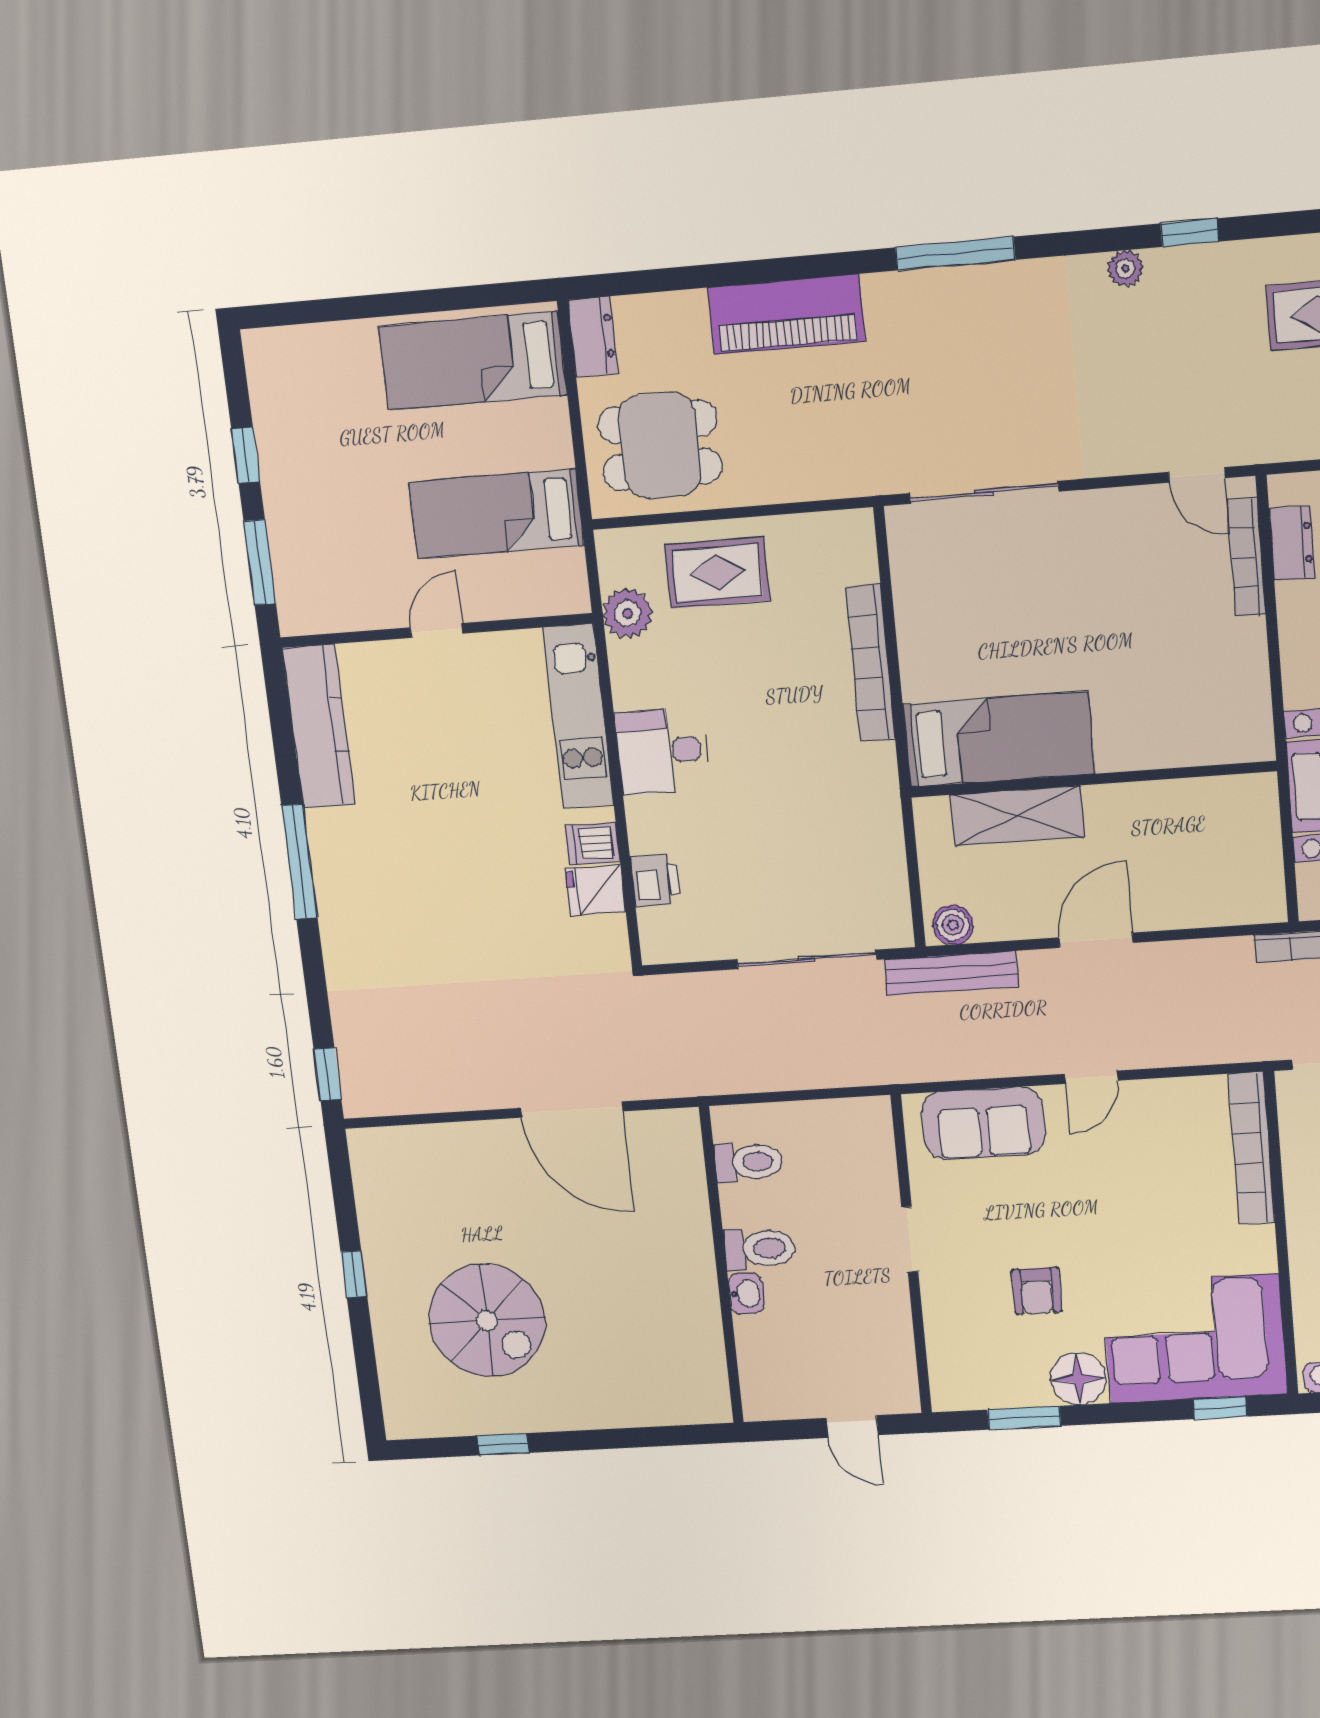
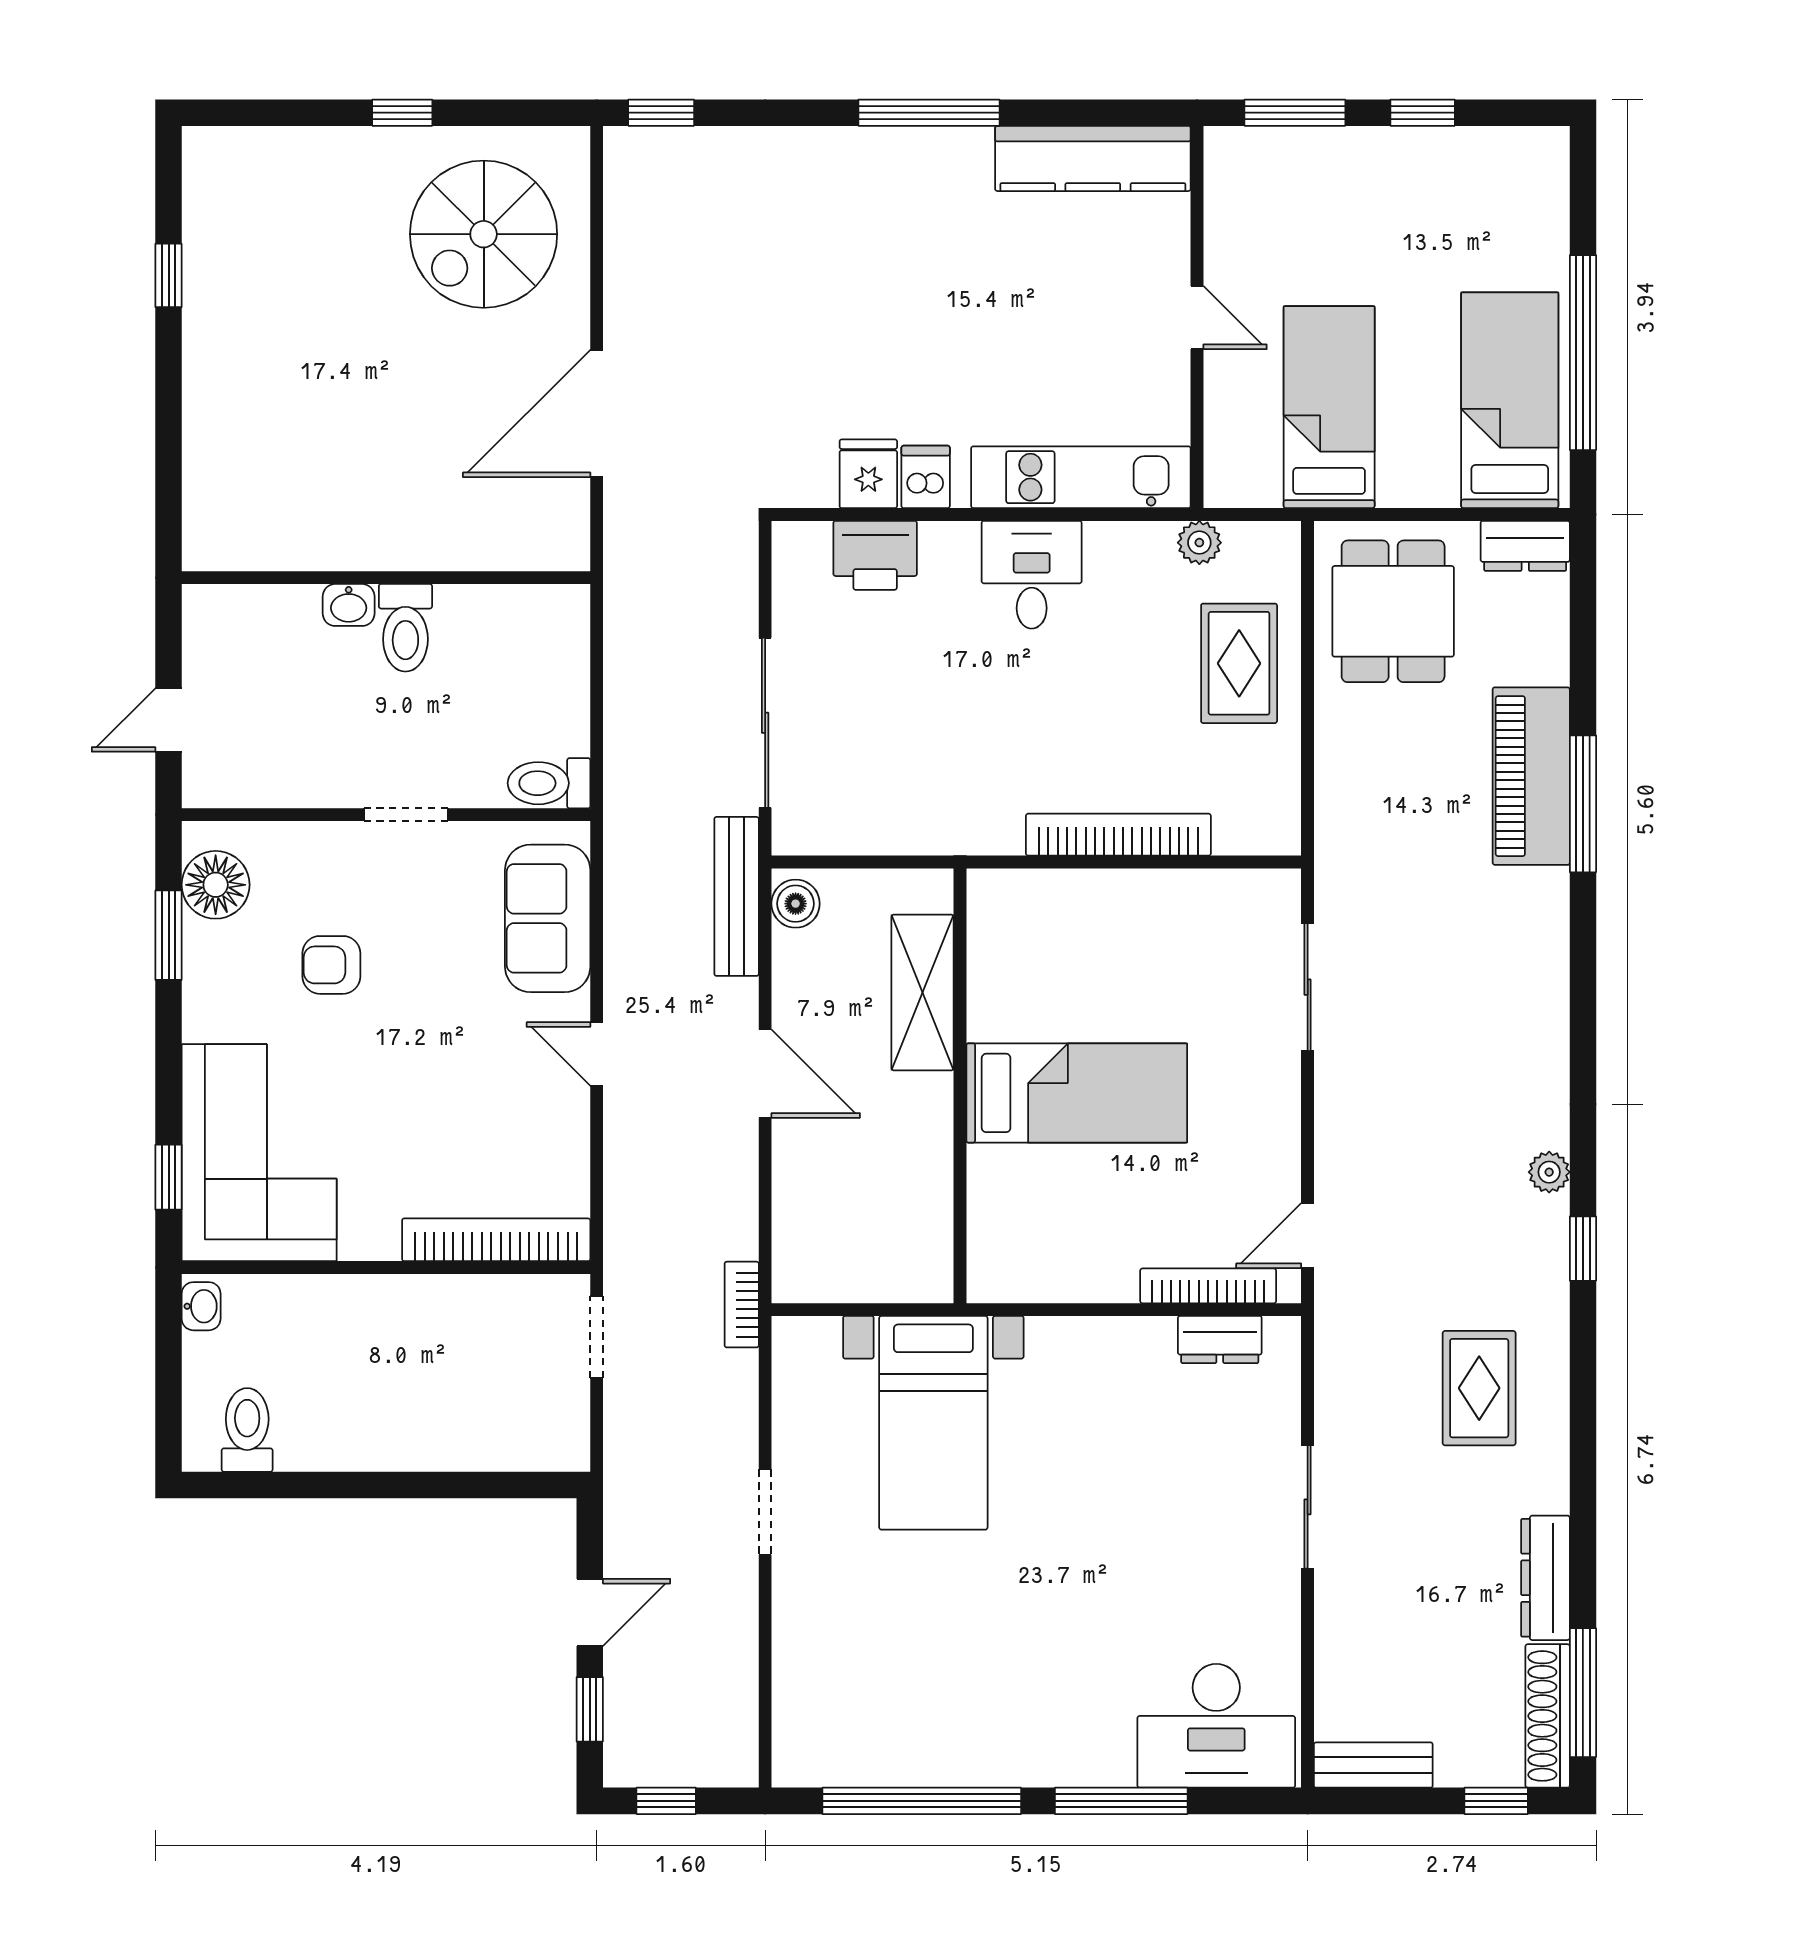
window: (955, 254) -> (1583, 804), moved
window: (426, 301) -> (1583, 353), added
sliding door: (984, 492) -> (1308, 987), width x0.73
plant: (627, 613) -> (1199, 543), width x0.73, depth x0.73
bed: (999, 739) -> (1077, 1093), moved, turned -90
printer: (655, 880) -> (875, 555), width x1.36, depth x1.24
toilet: (748, 1162) -> (549, 783), moved, turned 90
spiral stairs: (487, 1321) -> (484, 234), moved
floor lamp: (1078, 1379) -> (216, 885), moved

